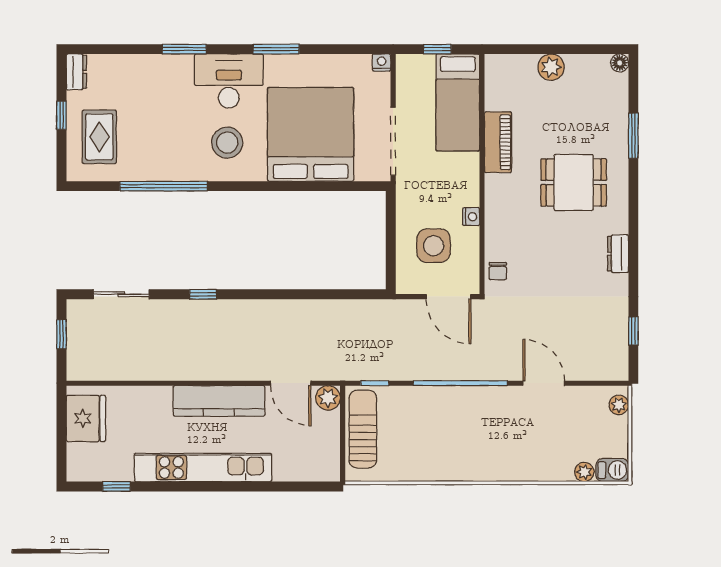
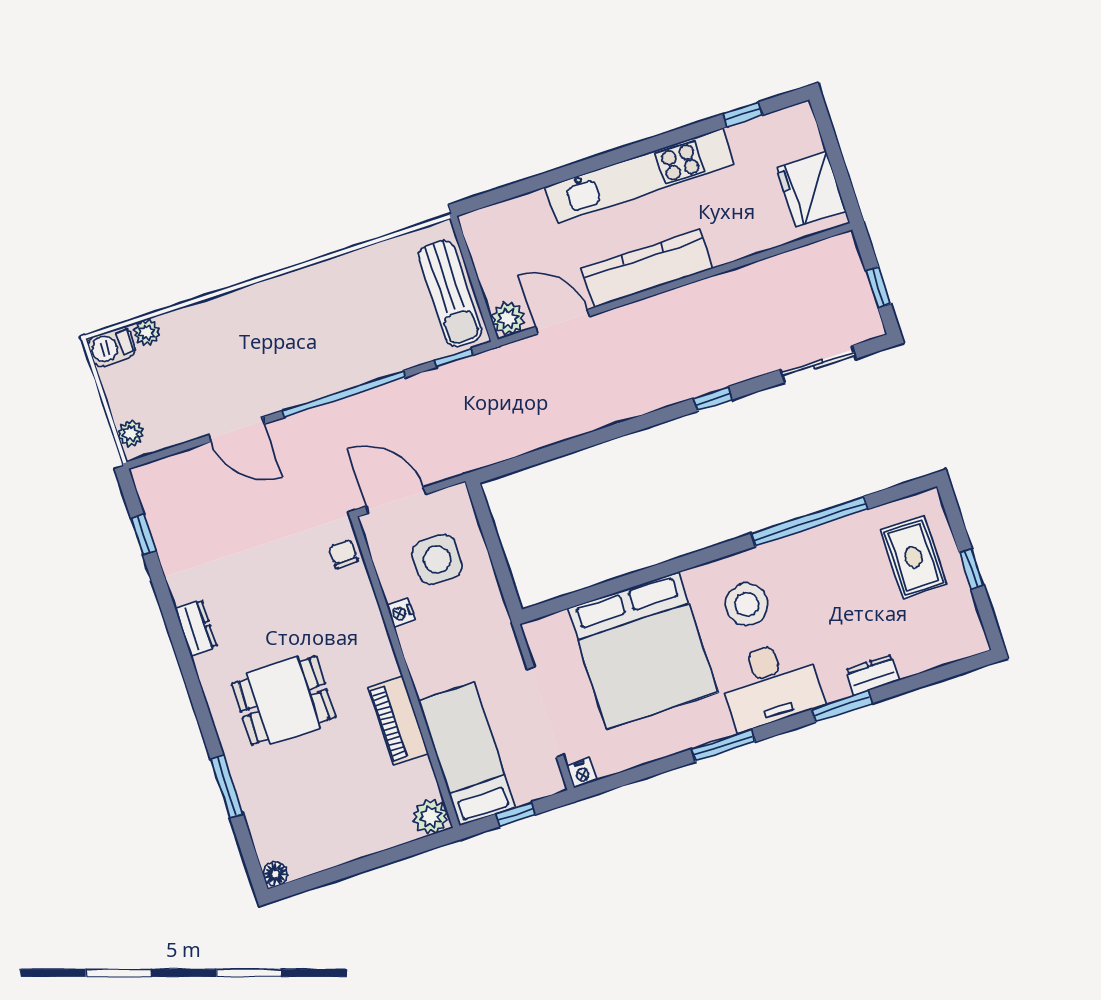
plant: (551, 67) -> (431, 817), moved
dresser: (76, 72) -> (873, 675), moved, turned 90
doorway: (393, 141) -> (545, 712), moved

